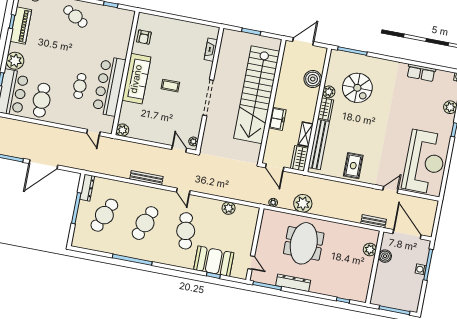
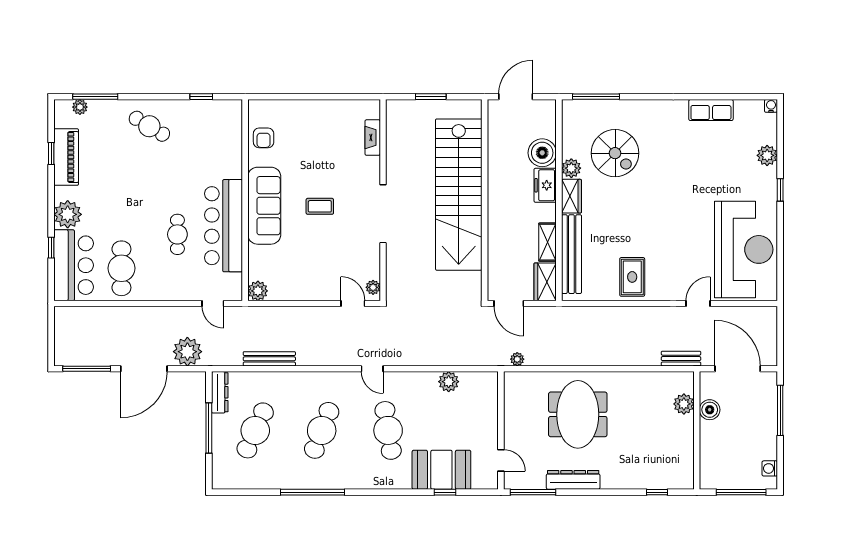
freezer: (277, 119) -> (545, 185), moved, turned 180
bench: (146, 178) -> (269, 359), moved
plant: (303, 203) -> (187, 352), moved
washing machine: (421, 269) -> (770, 468), moved

